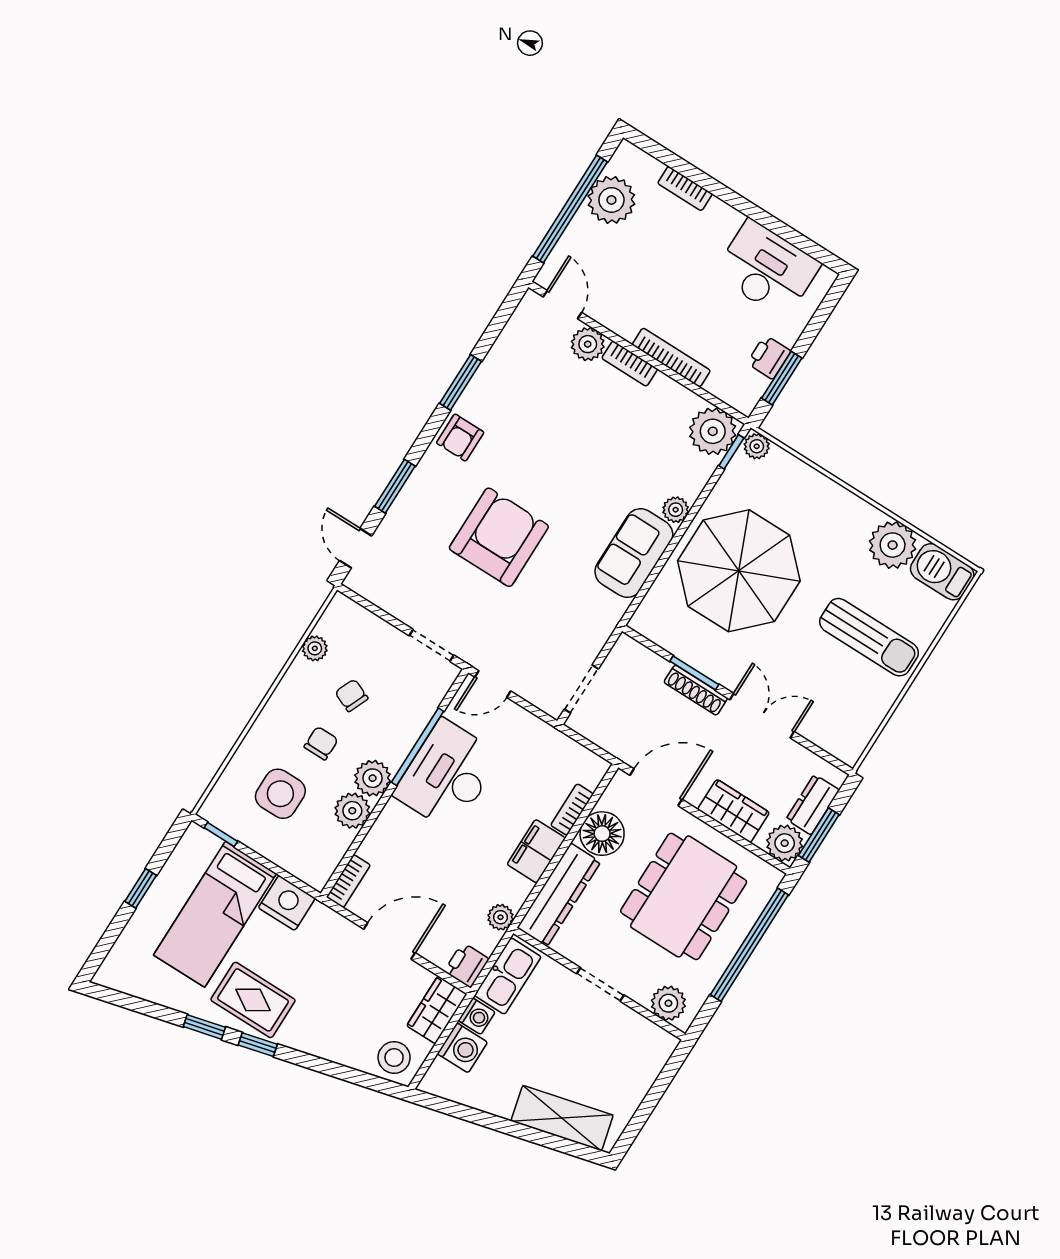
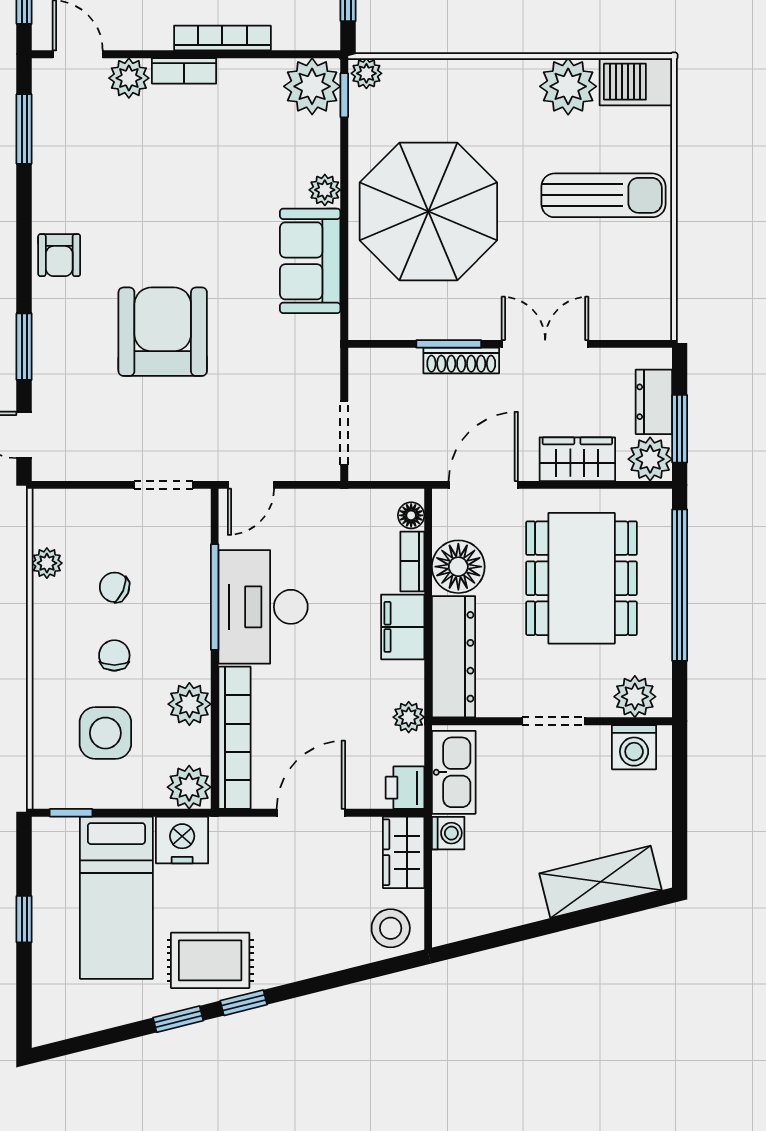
window: (460, 382) -> (24, 129), moved
floor lamp: (592, 777) -> (411, 515), added
plant: (373, 778) -> (189, 787), moved
bookcase: (348, 881) -> (235, 738), width x2.31, depth x1.31
washing machine: (462, 1048) -> (634, 747), moved, turned 90

